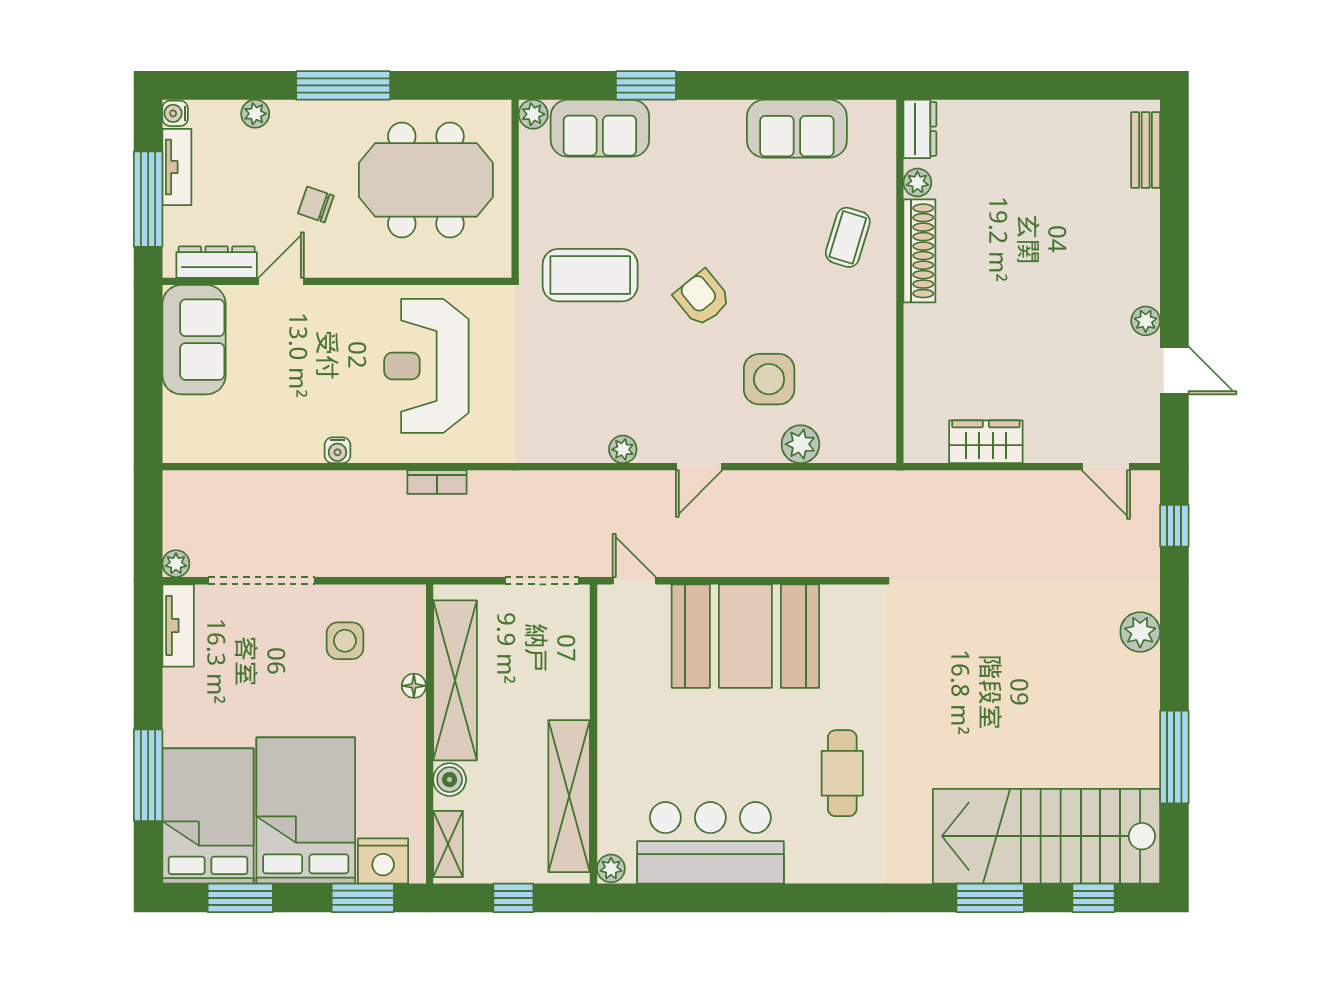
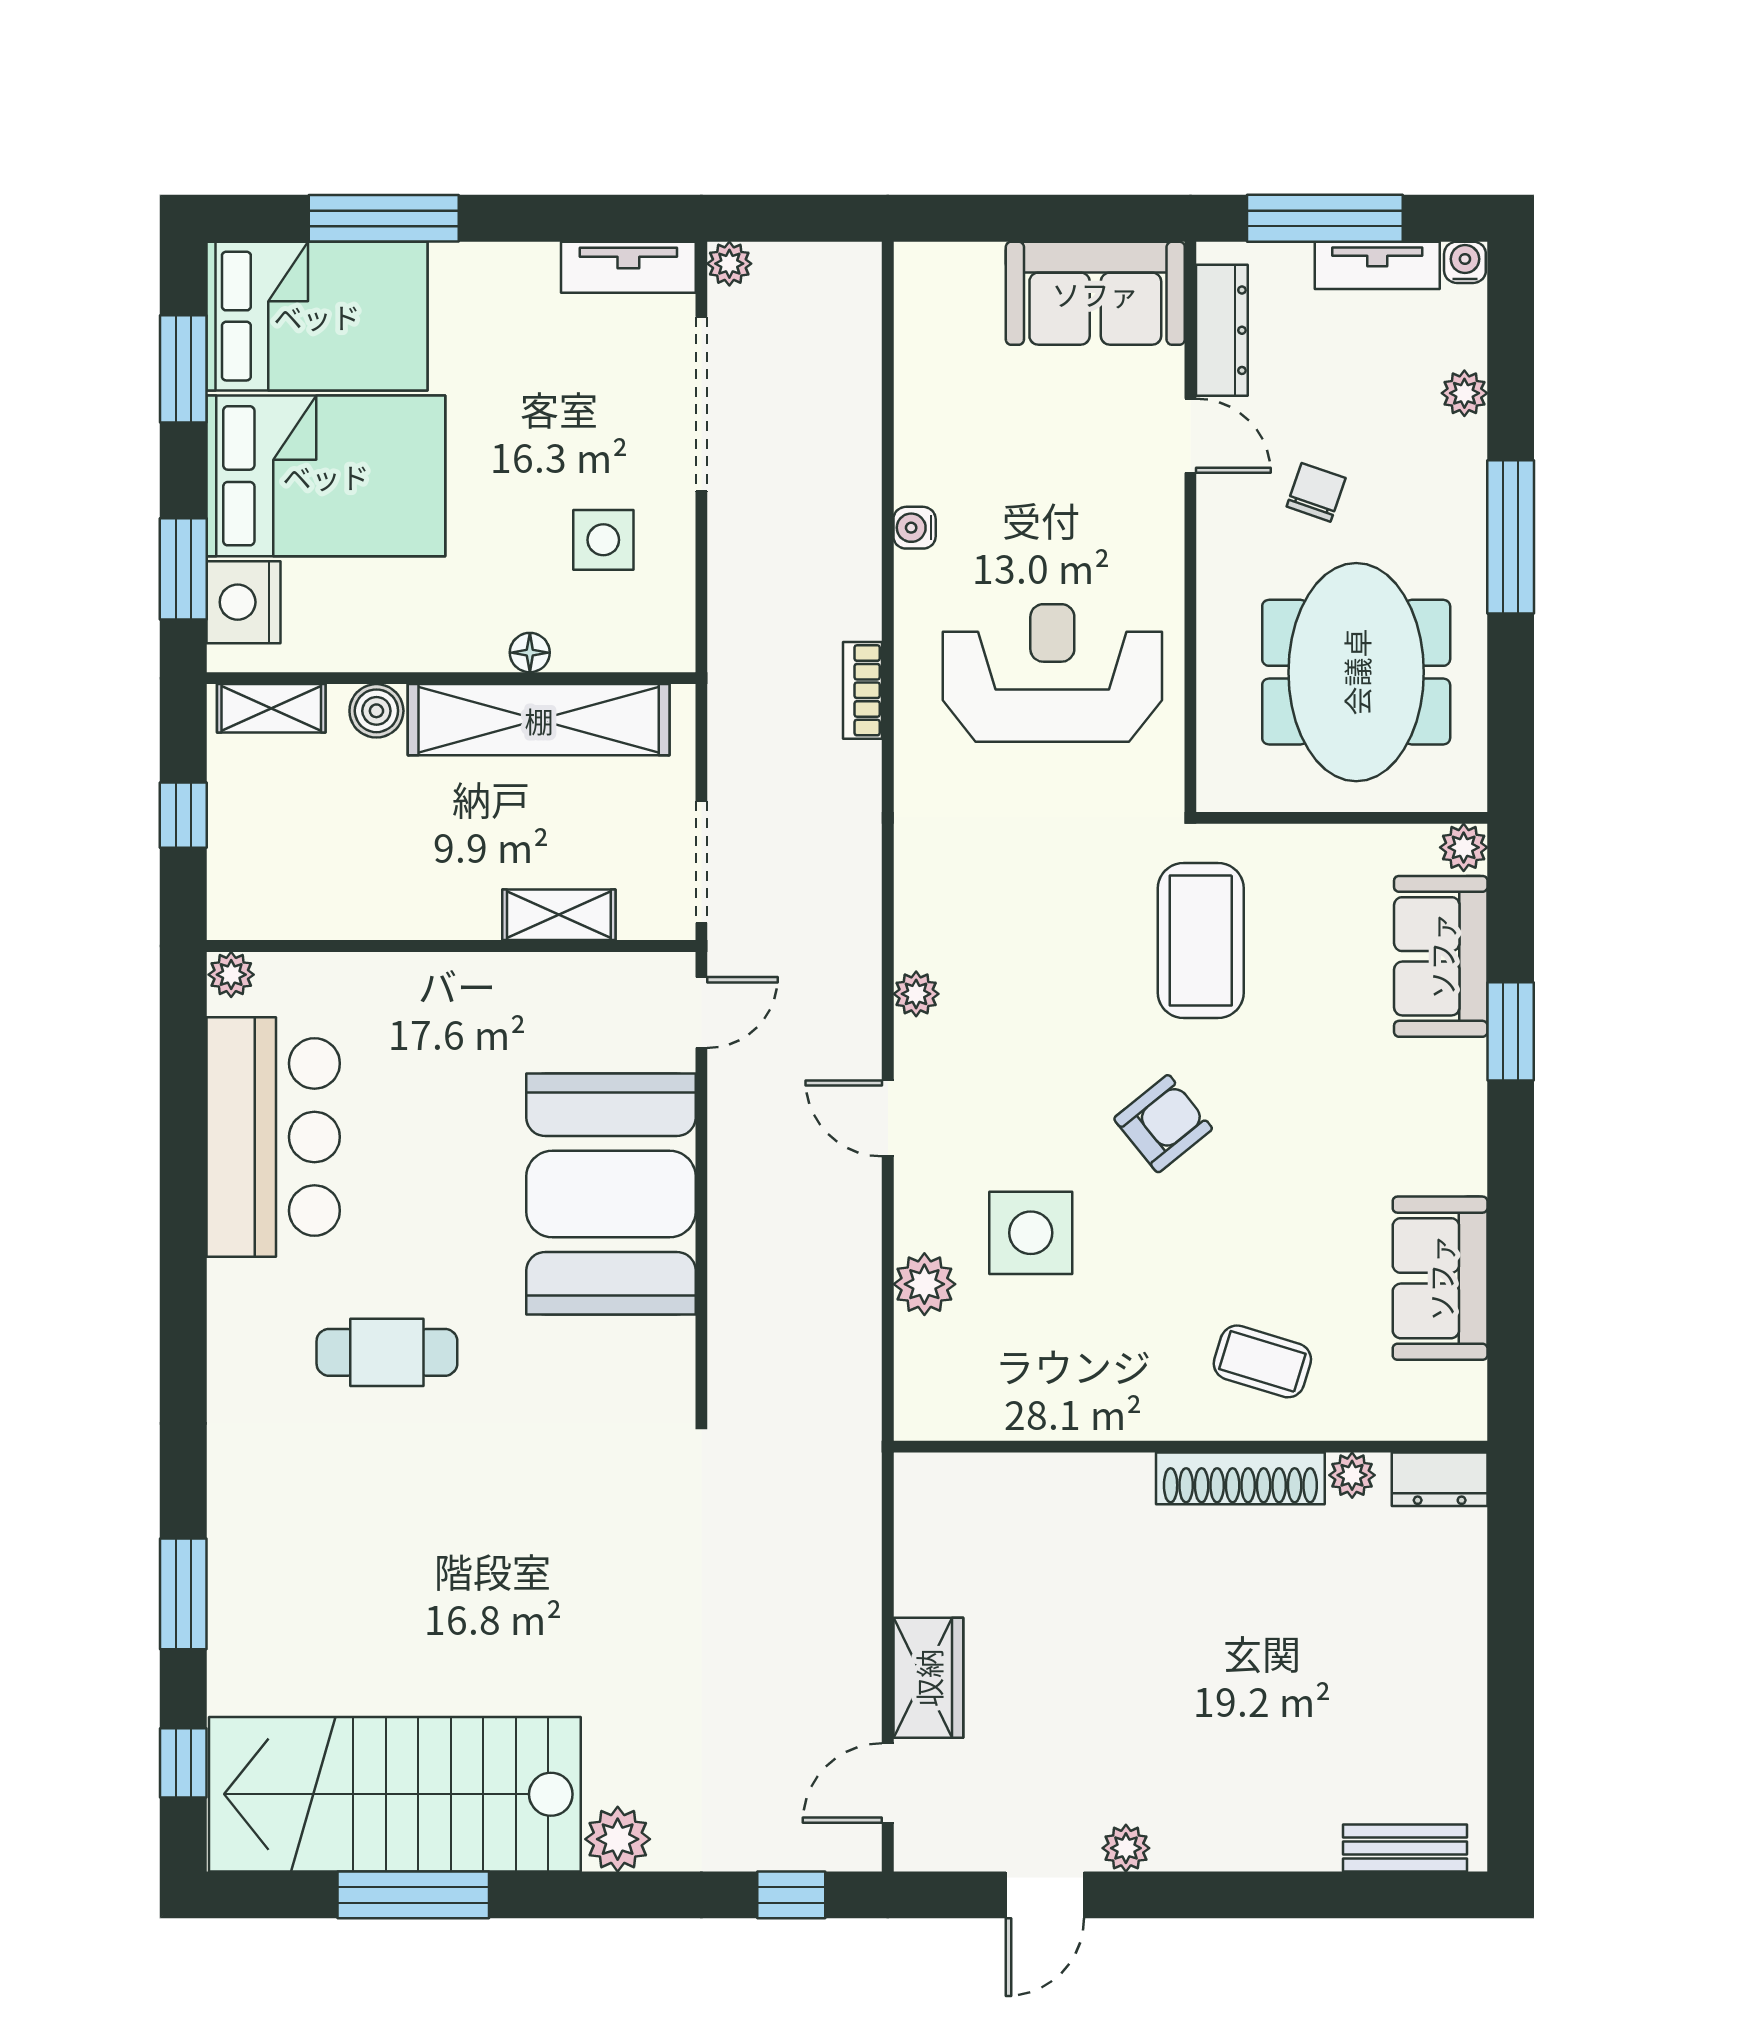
wardrobe: (986, 442) -> (928, 1678), moved
shelving: (569, 796) -> (559, 915), moved, width x0.45, depth x0.75
stairs: (1046, 836) -> (395, 1794), moved, turned -90

